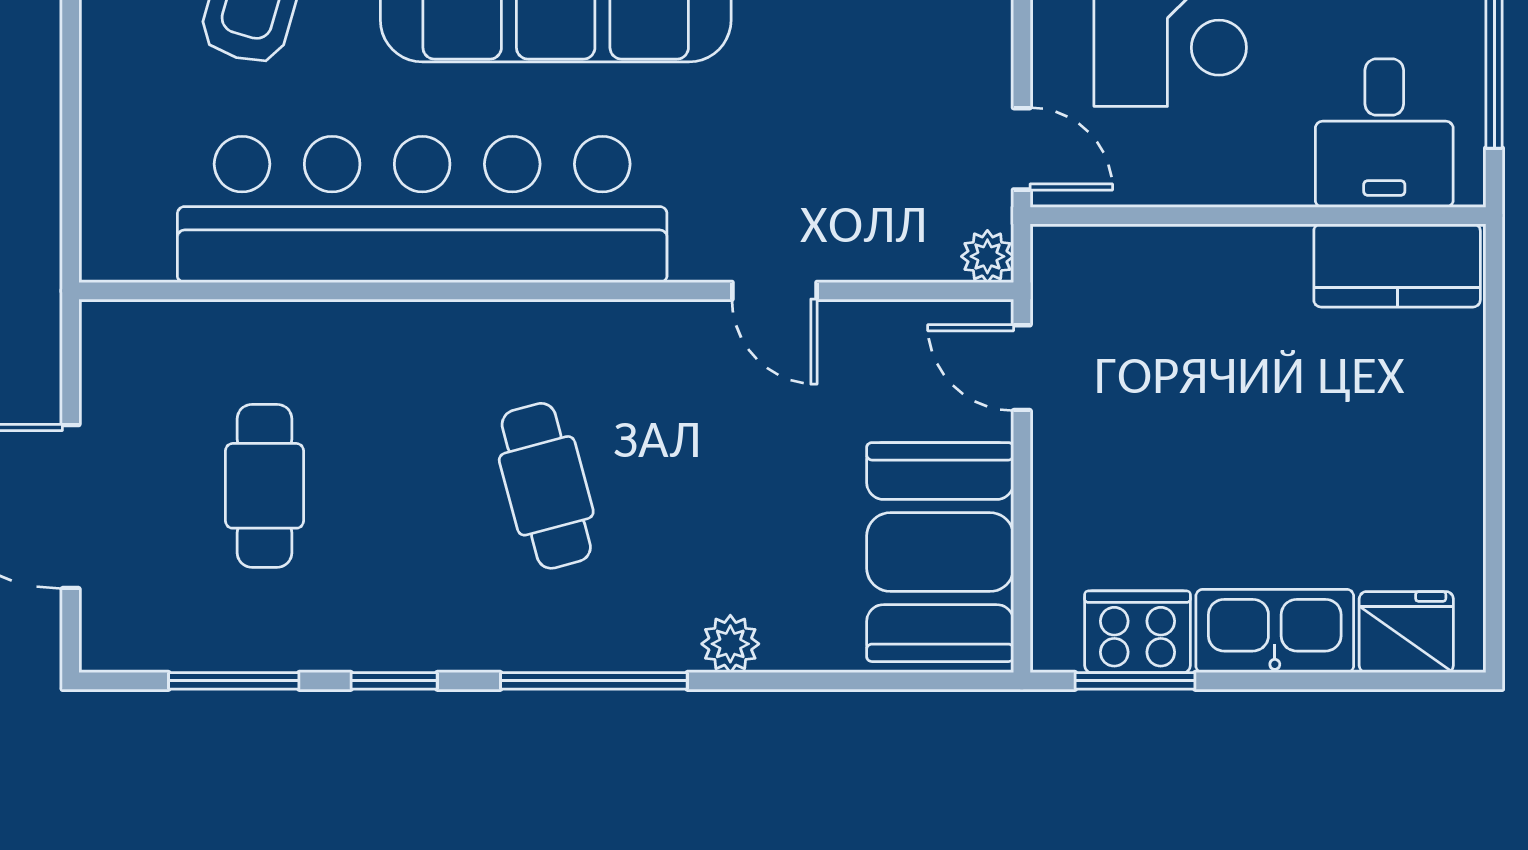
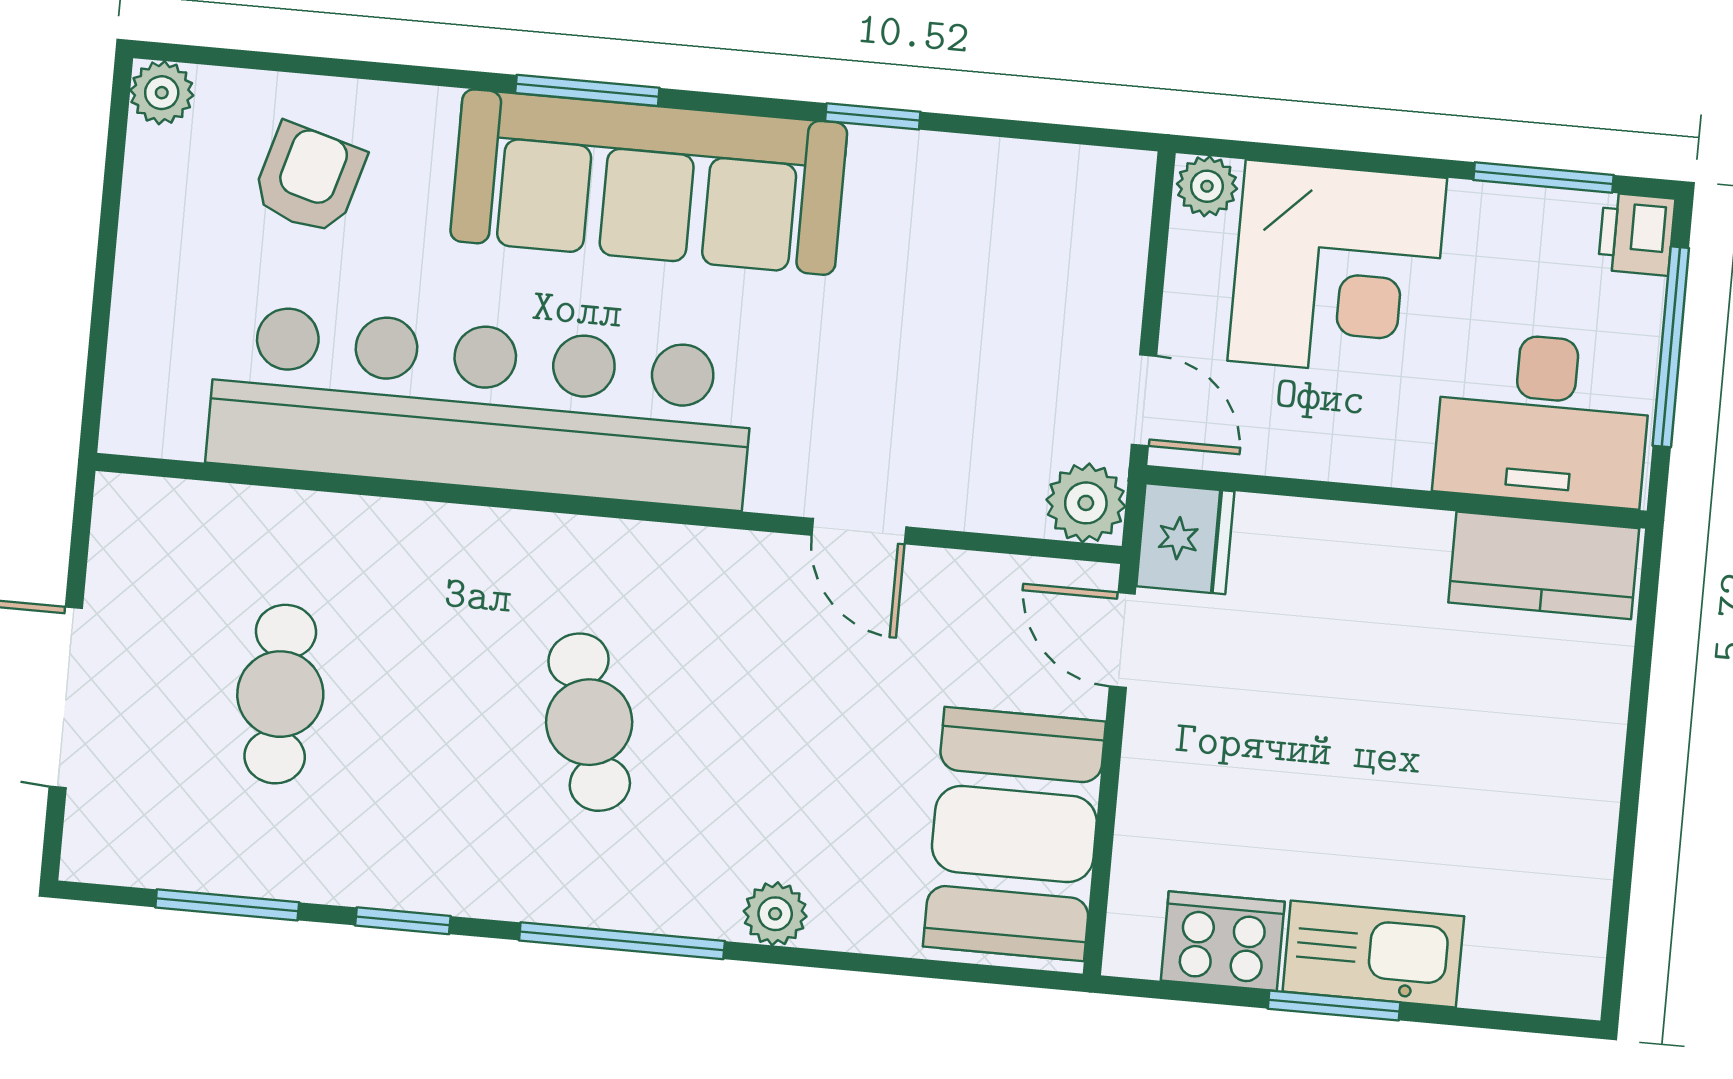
desk: (1384, 133) -> (1543, 419), width x1.37
plant: (987, 256) -> (1086, 503), width x1.38, depth x1.38
fridge: (1406, 632) -> (1185, 539), moved, turned 90
window: (1135, 681) -> (1334, 1006), moved

